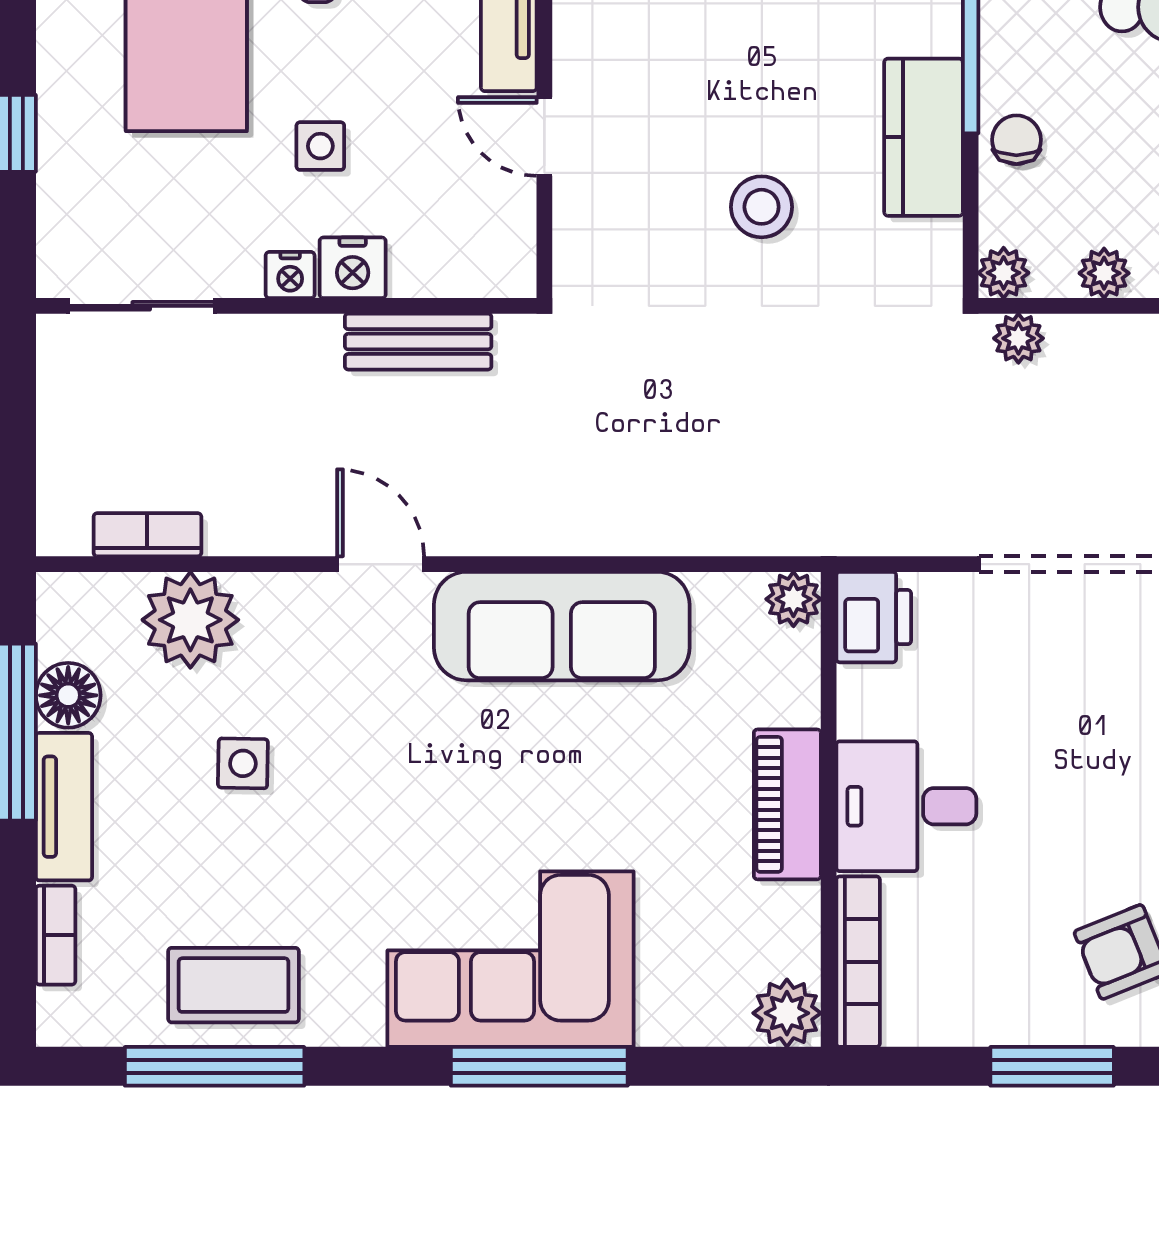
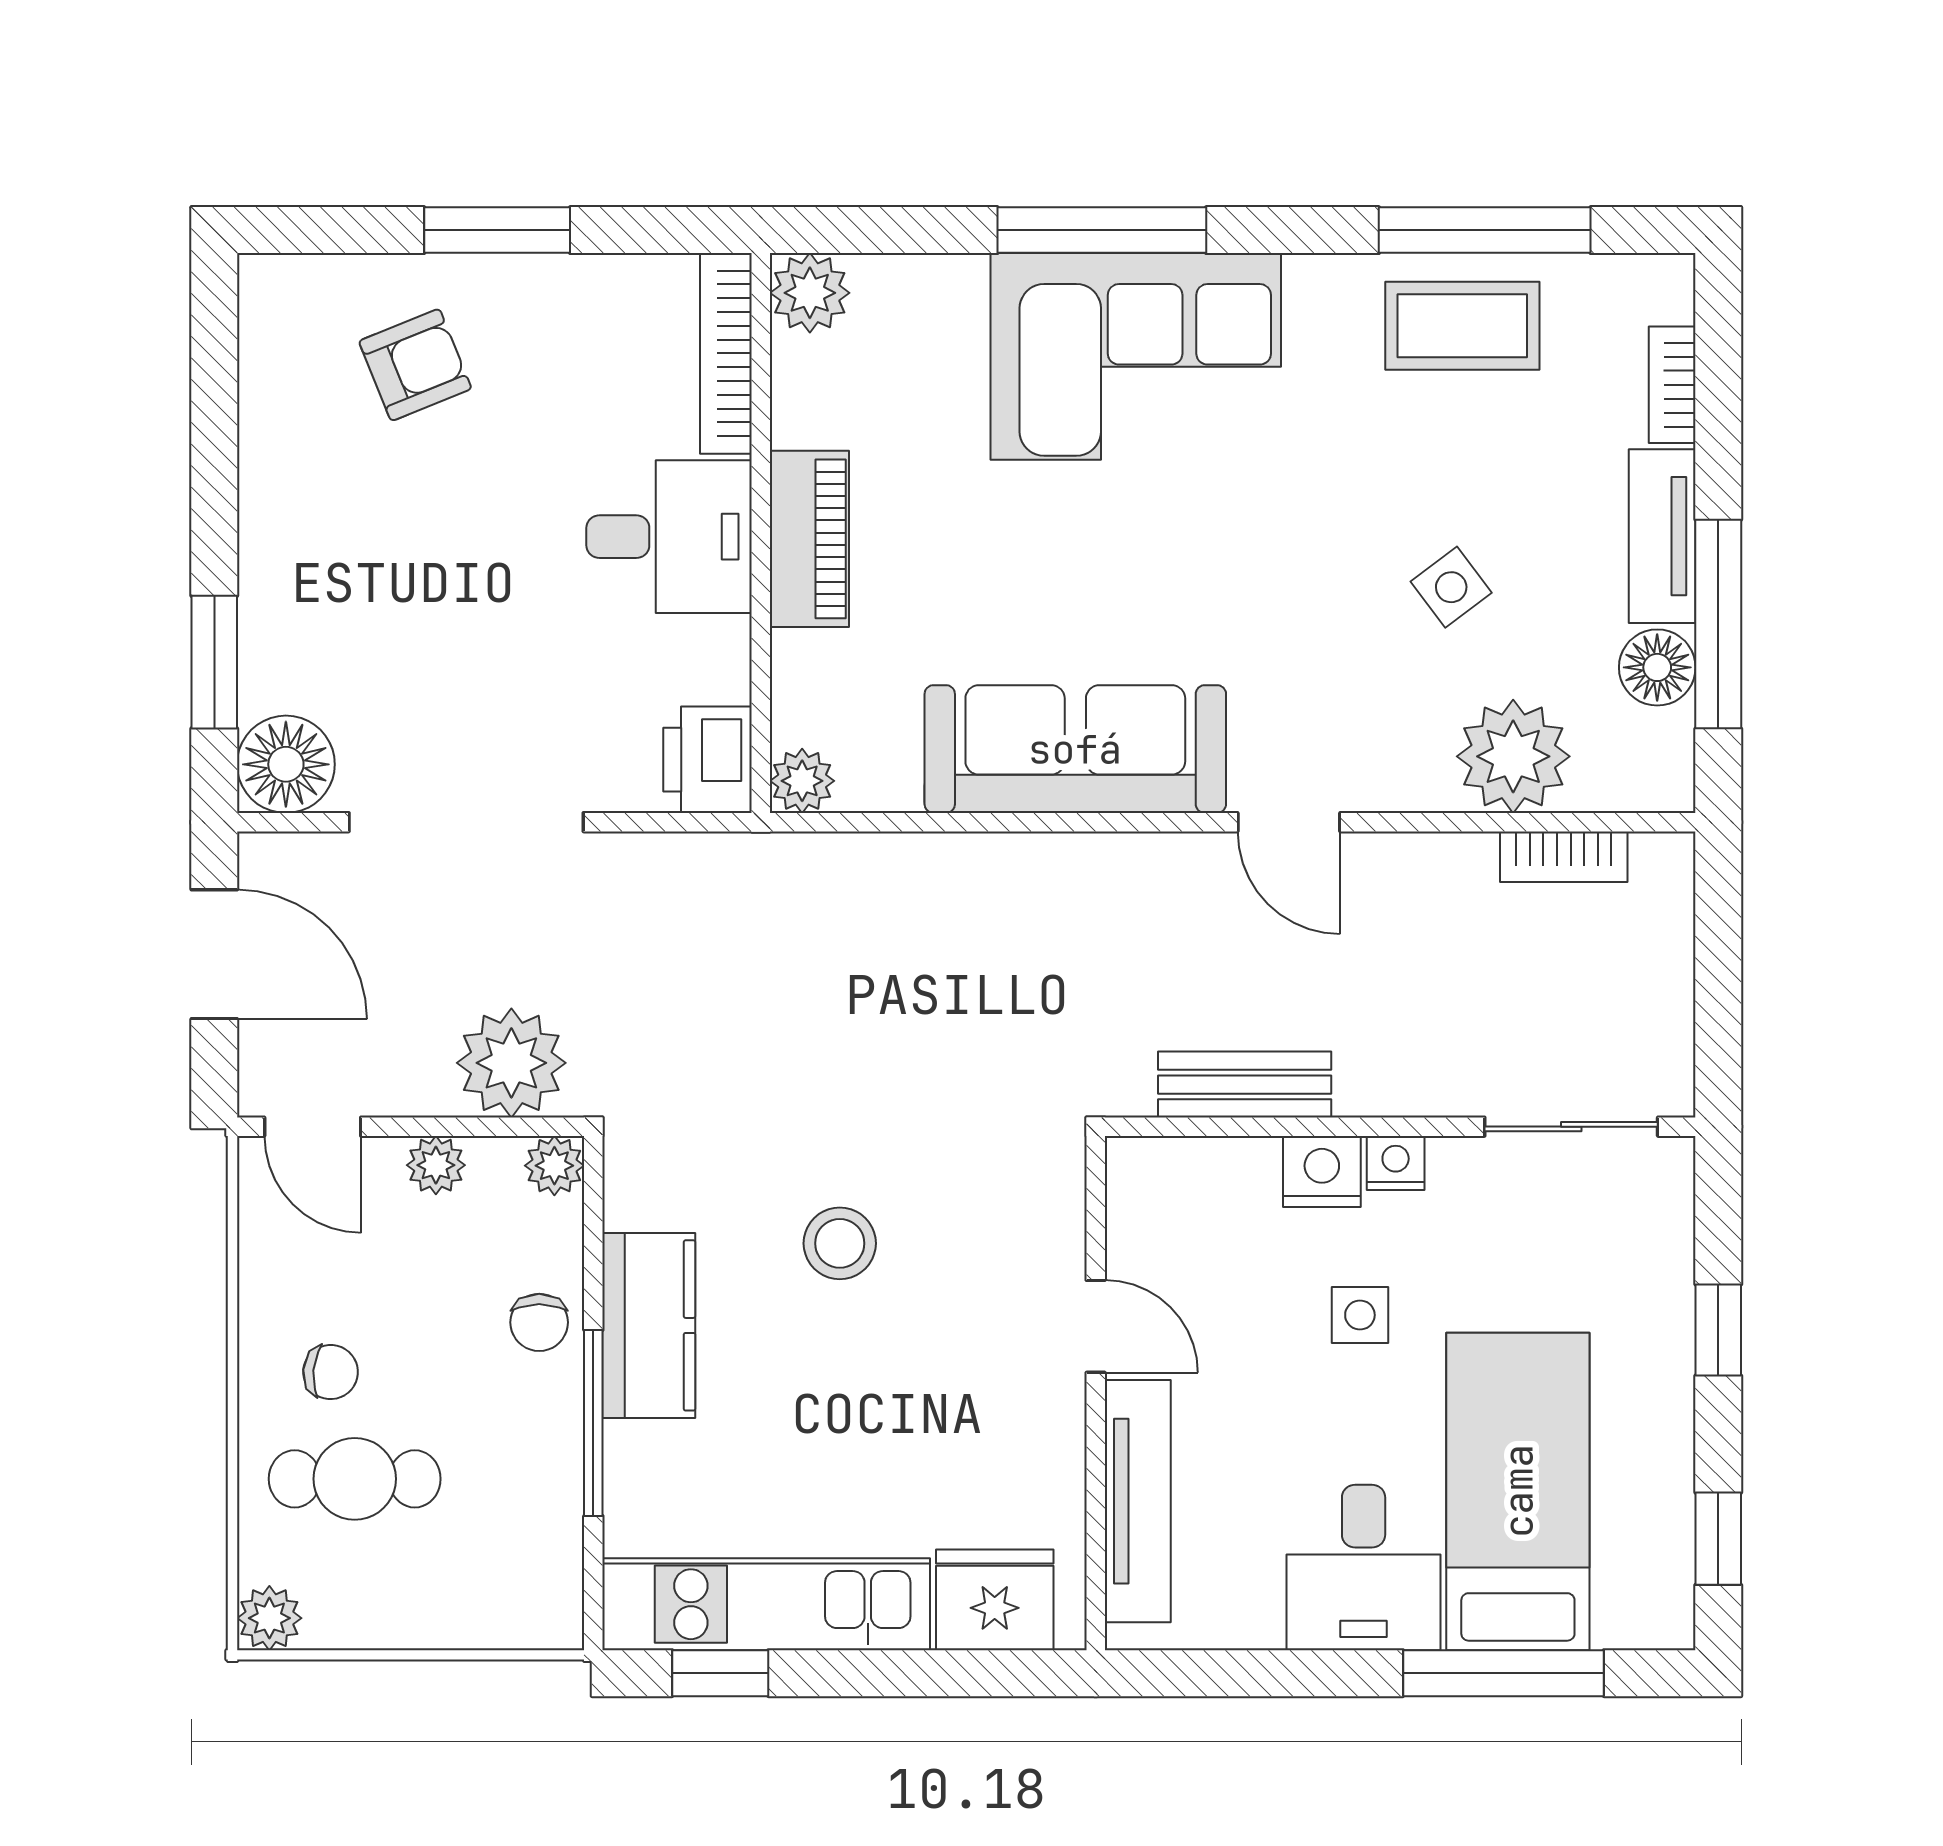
plant: (1018, 338) -> (511, 1063), width x1.88, depth x1.88
side table: (243, 763) -> (1451, 587), turned -38

